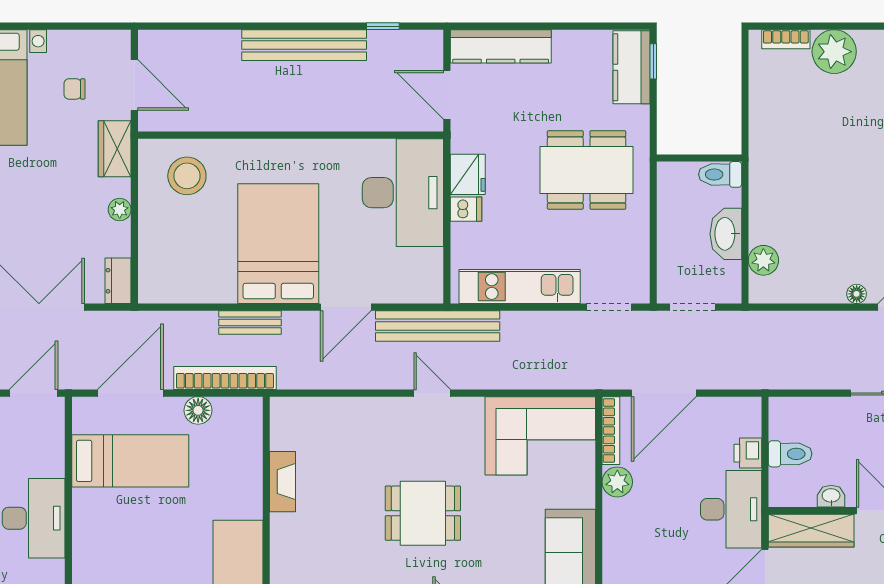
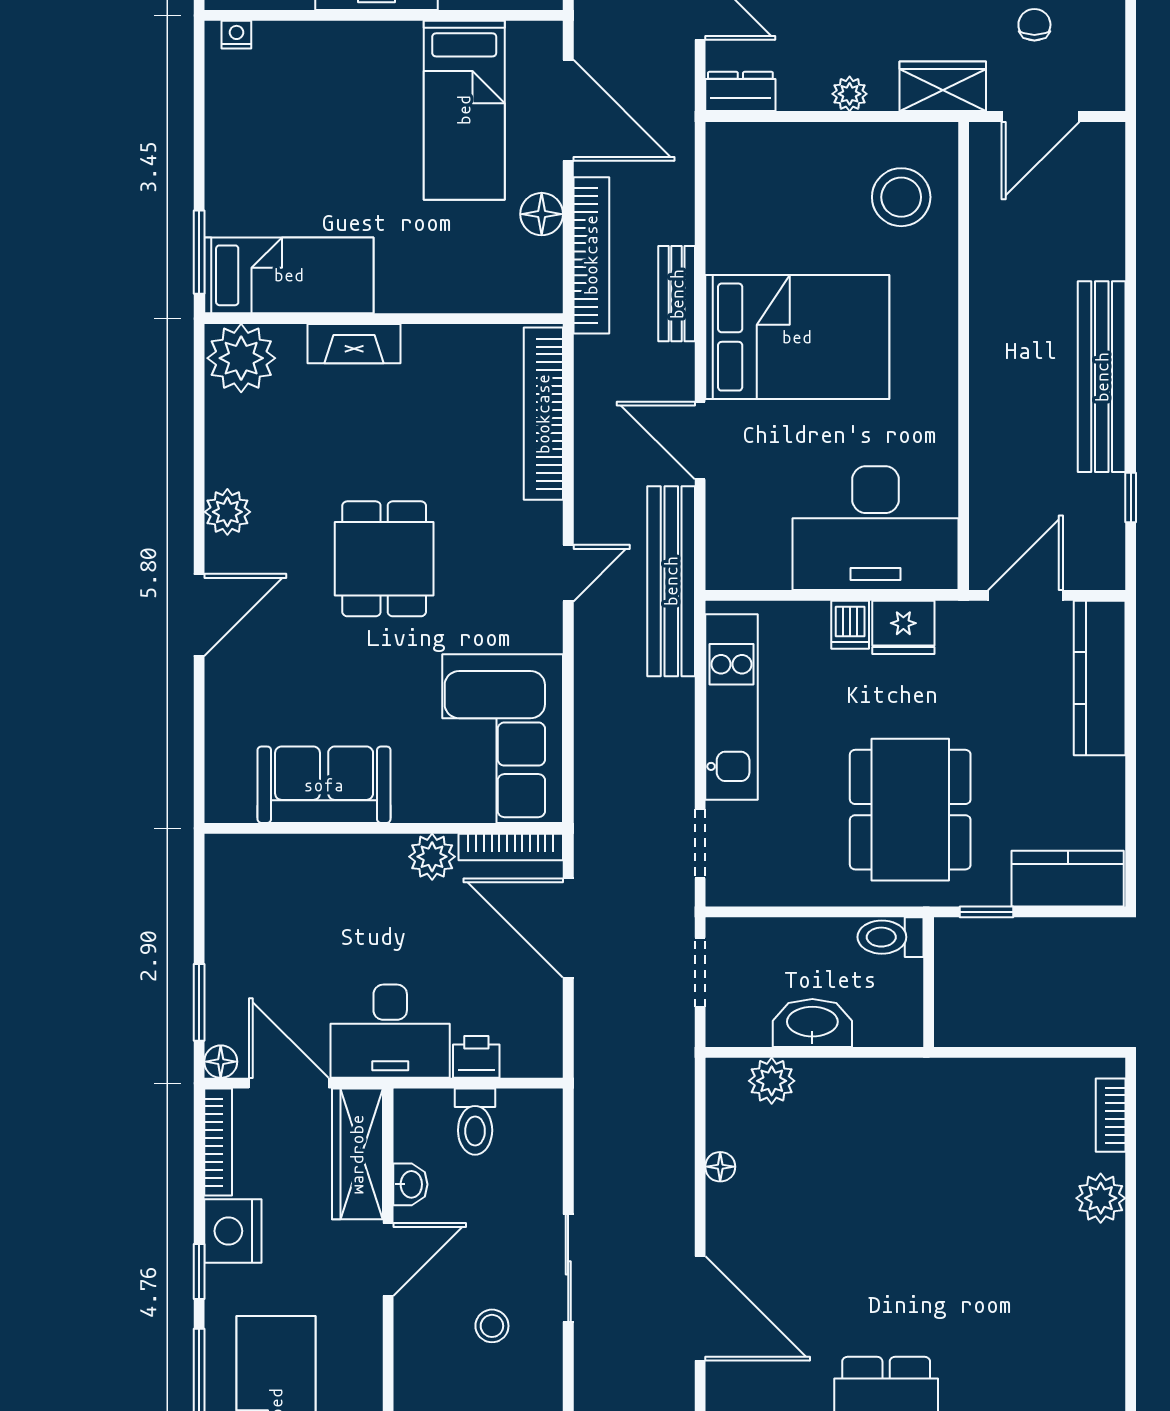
plant: (834, 52) -> (1101, 1198), width x0.73, depth x0.73
window: (653, 61) -> (986, 912), moved
toilet: (720, 174) -> (890, 937), moved, turned -90
floor lamp: (857, 294) -> (720, 1167), moved
bookcase: (328, 409) -> (543, 414), added
fireplace: (283, 482) -> (354, 344), moved

